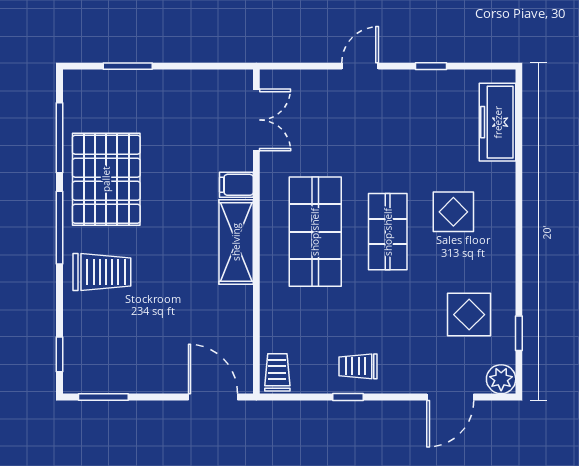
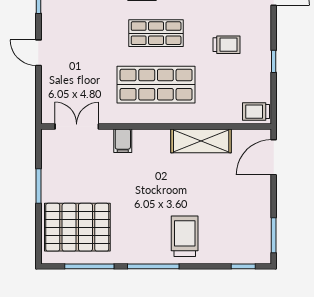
window: (128, 66) -> (38, 186), moved
pallet: (106, 179) -> (77, 227), moved
shelving: (236, 242) -> (201, 141), moved
trolley: (358, 366) -> (227, 45), moved, turned -90

